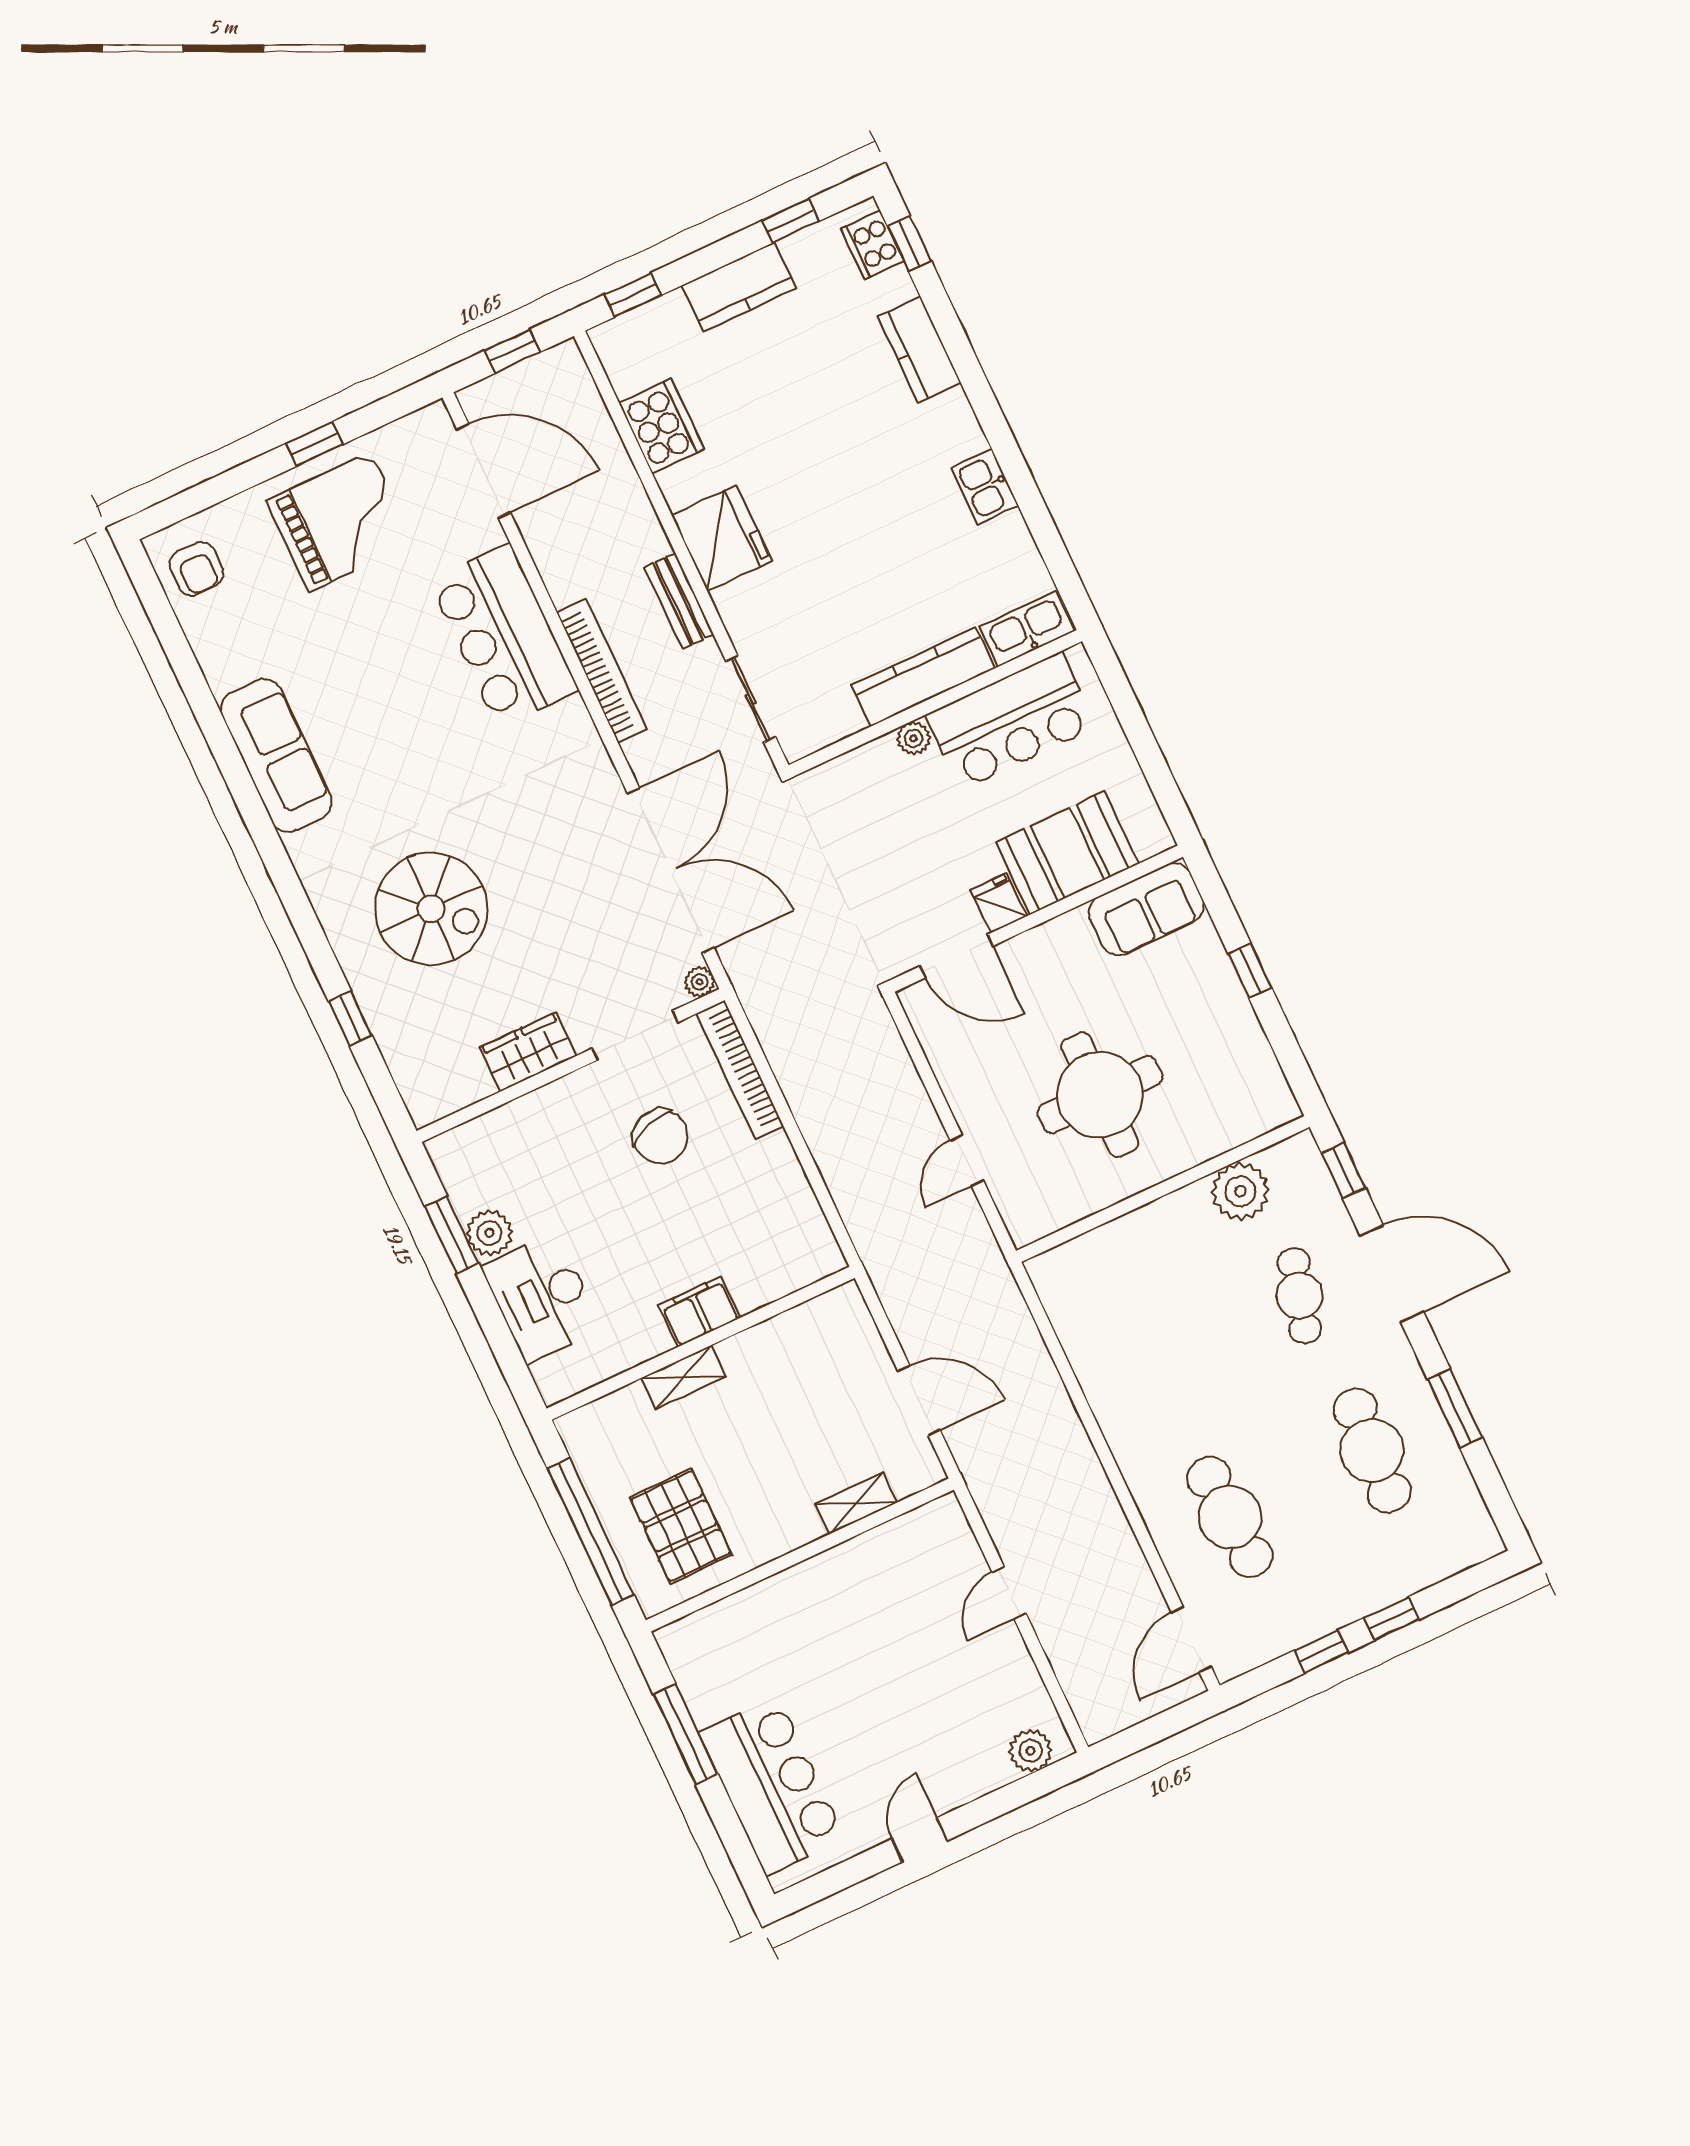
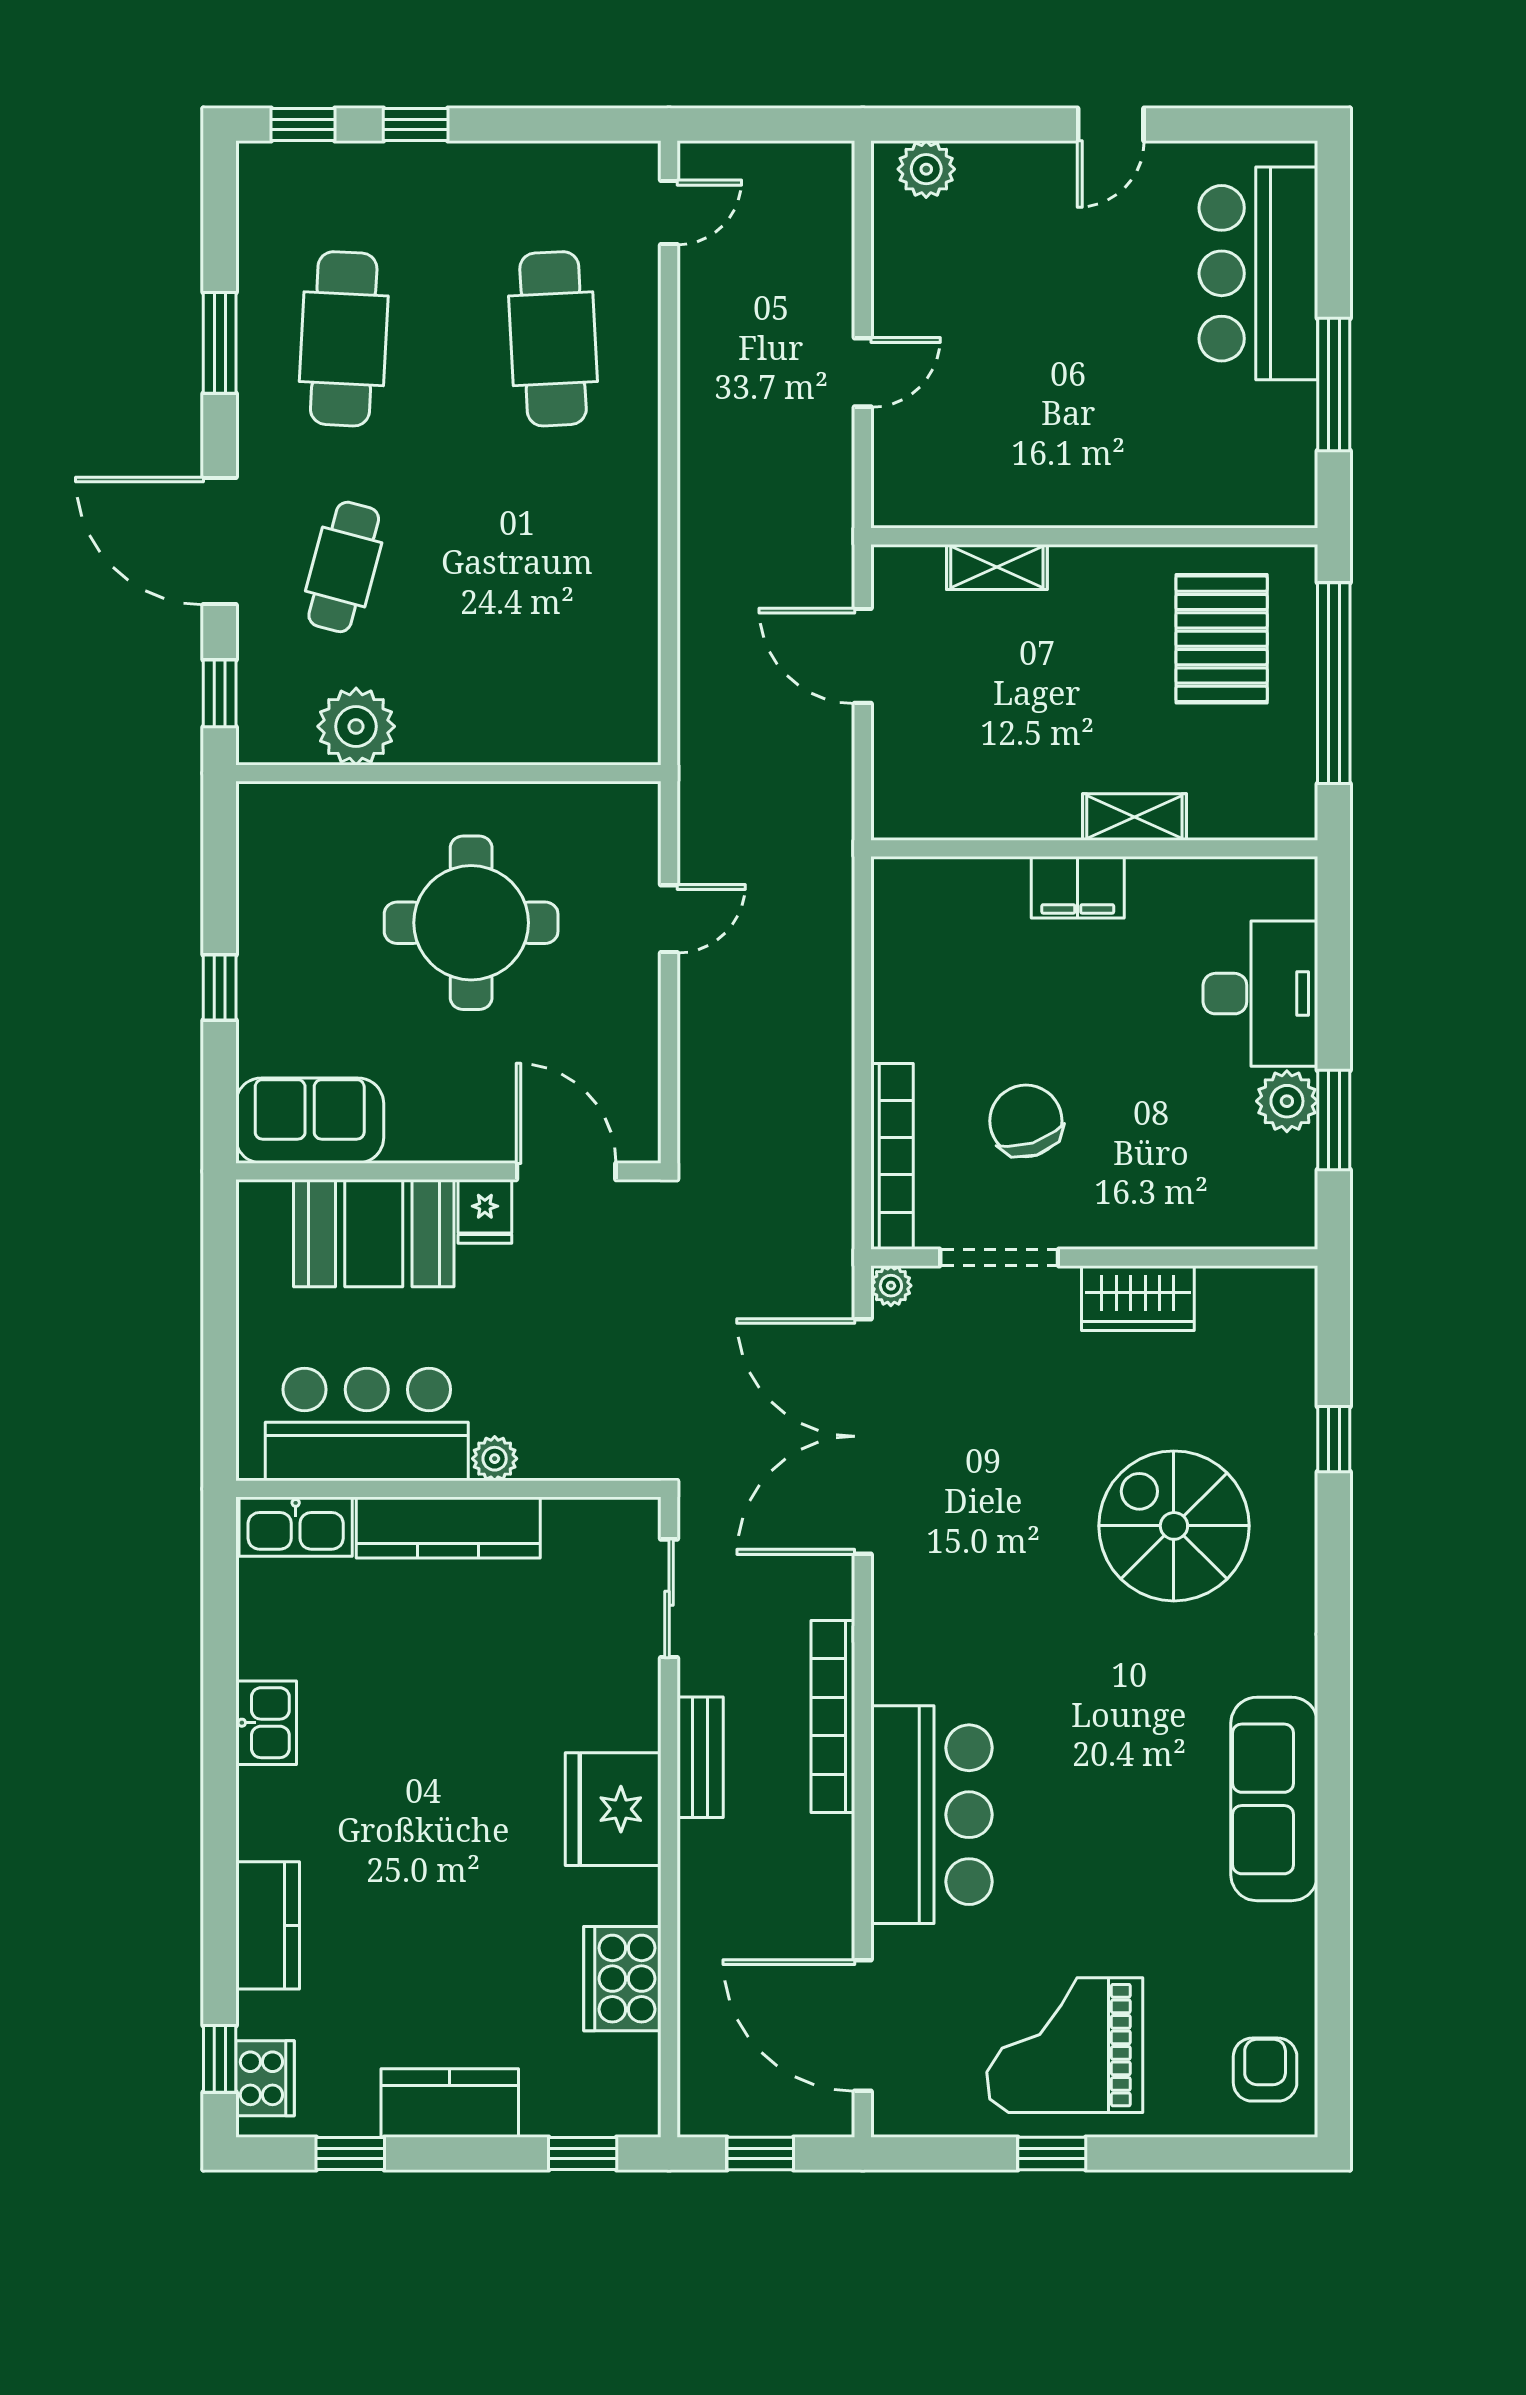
door: (1191, 1640) -> (669, 212), width x0.73
window: (1322, 1651) -> (303, 125), moved

